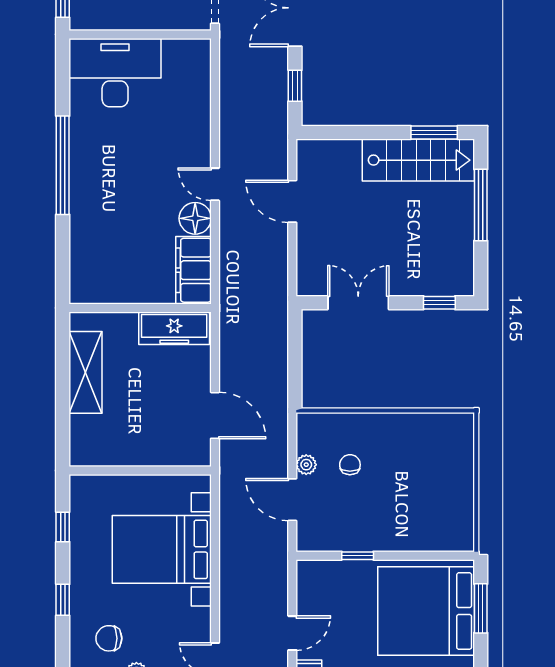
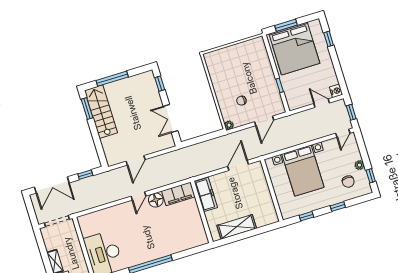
plant: (306, 465) -> (229, 125), moved

